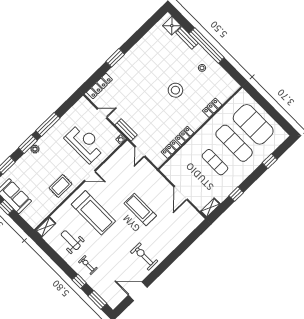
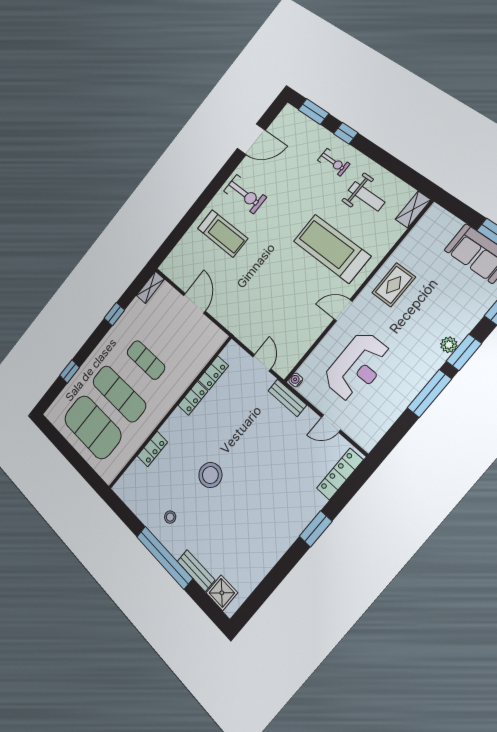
reception desk: (85, 143) -> (357, 367), turned -90
treadmill: (140, 210) -> (222, 233), moved

